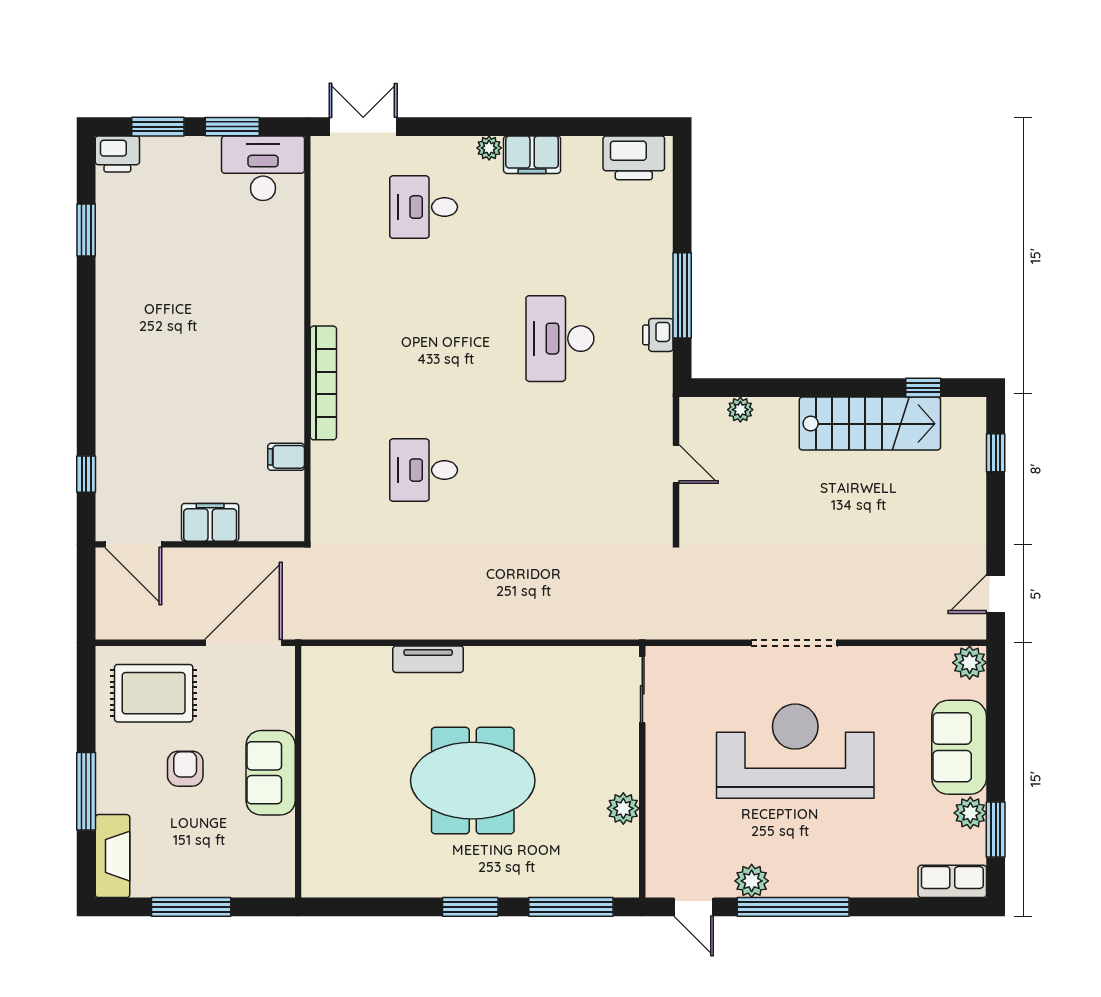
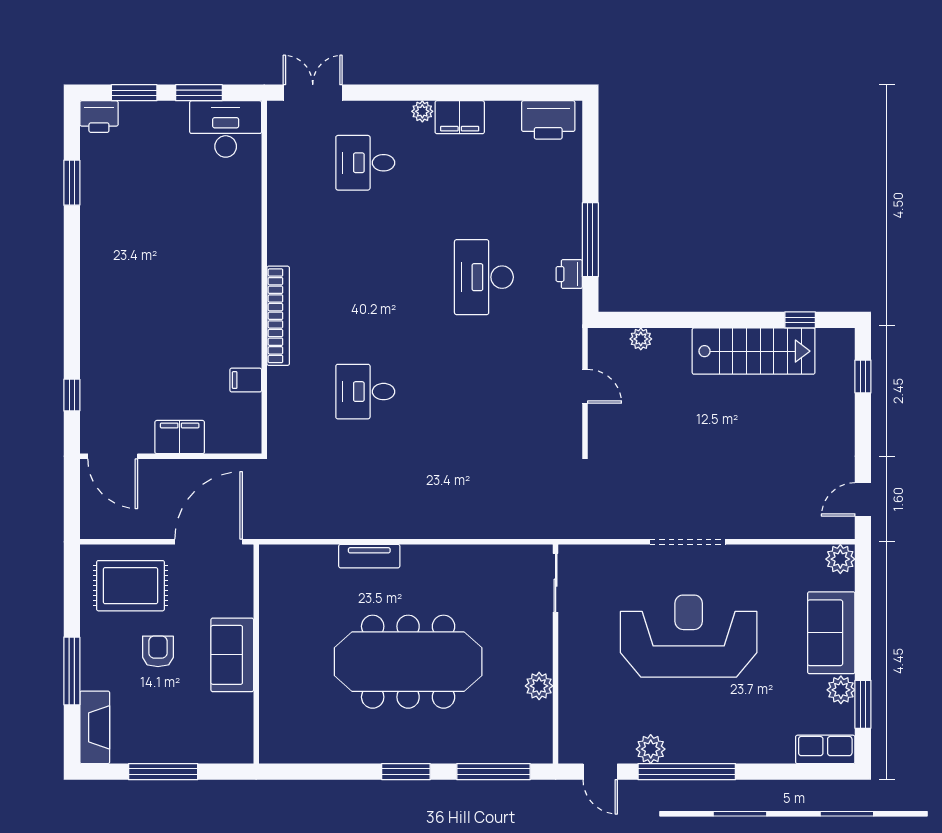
meeting table: (473, 781) -> (408, 662), width x1.36

